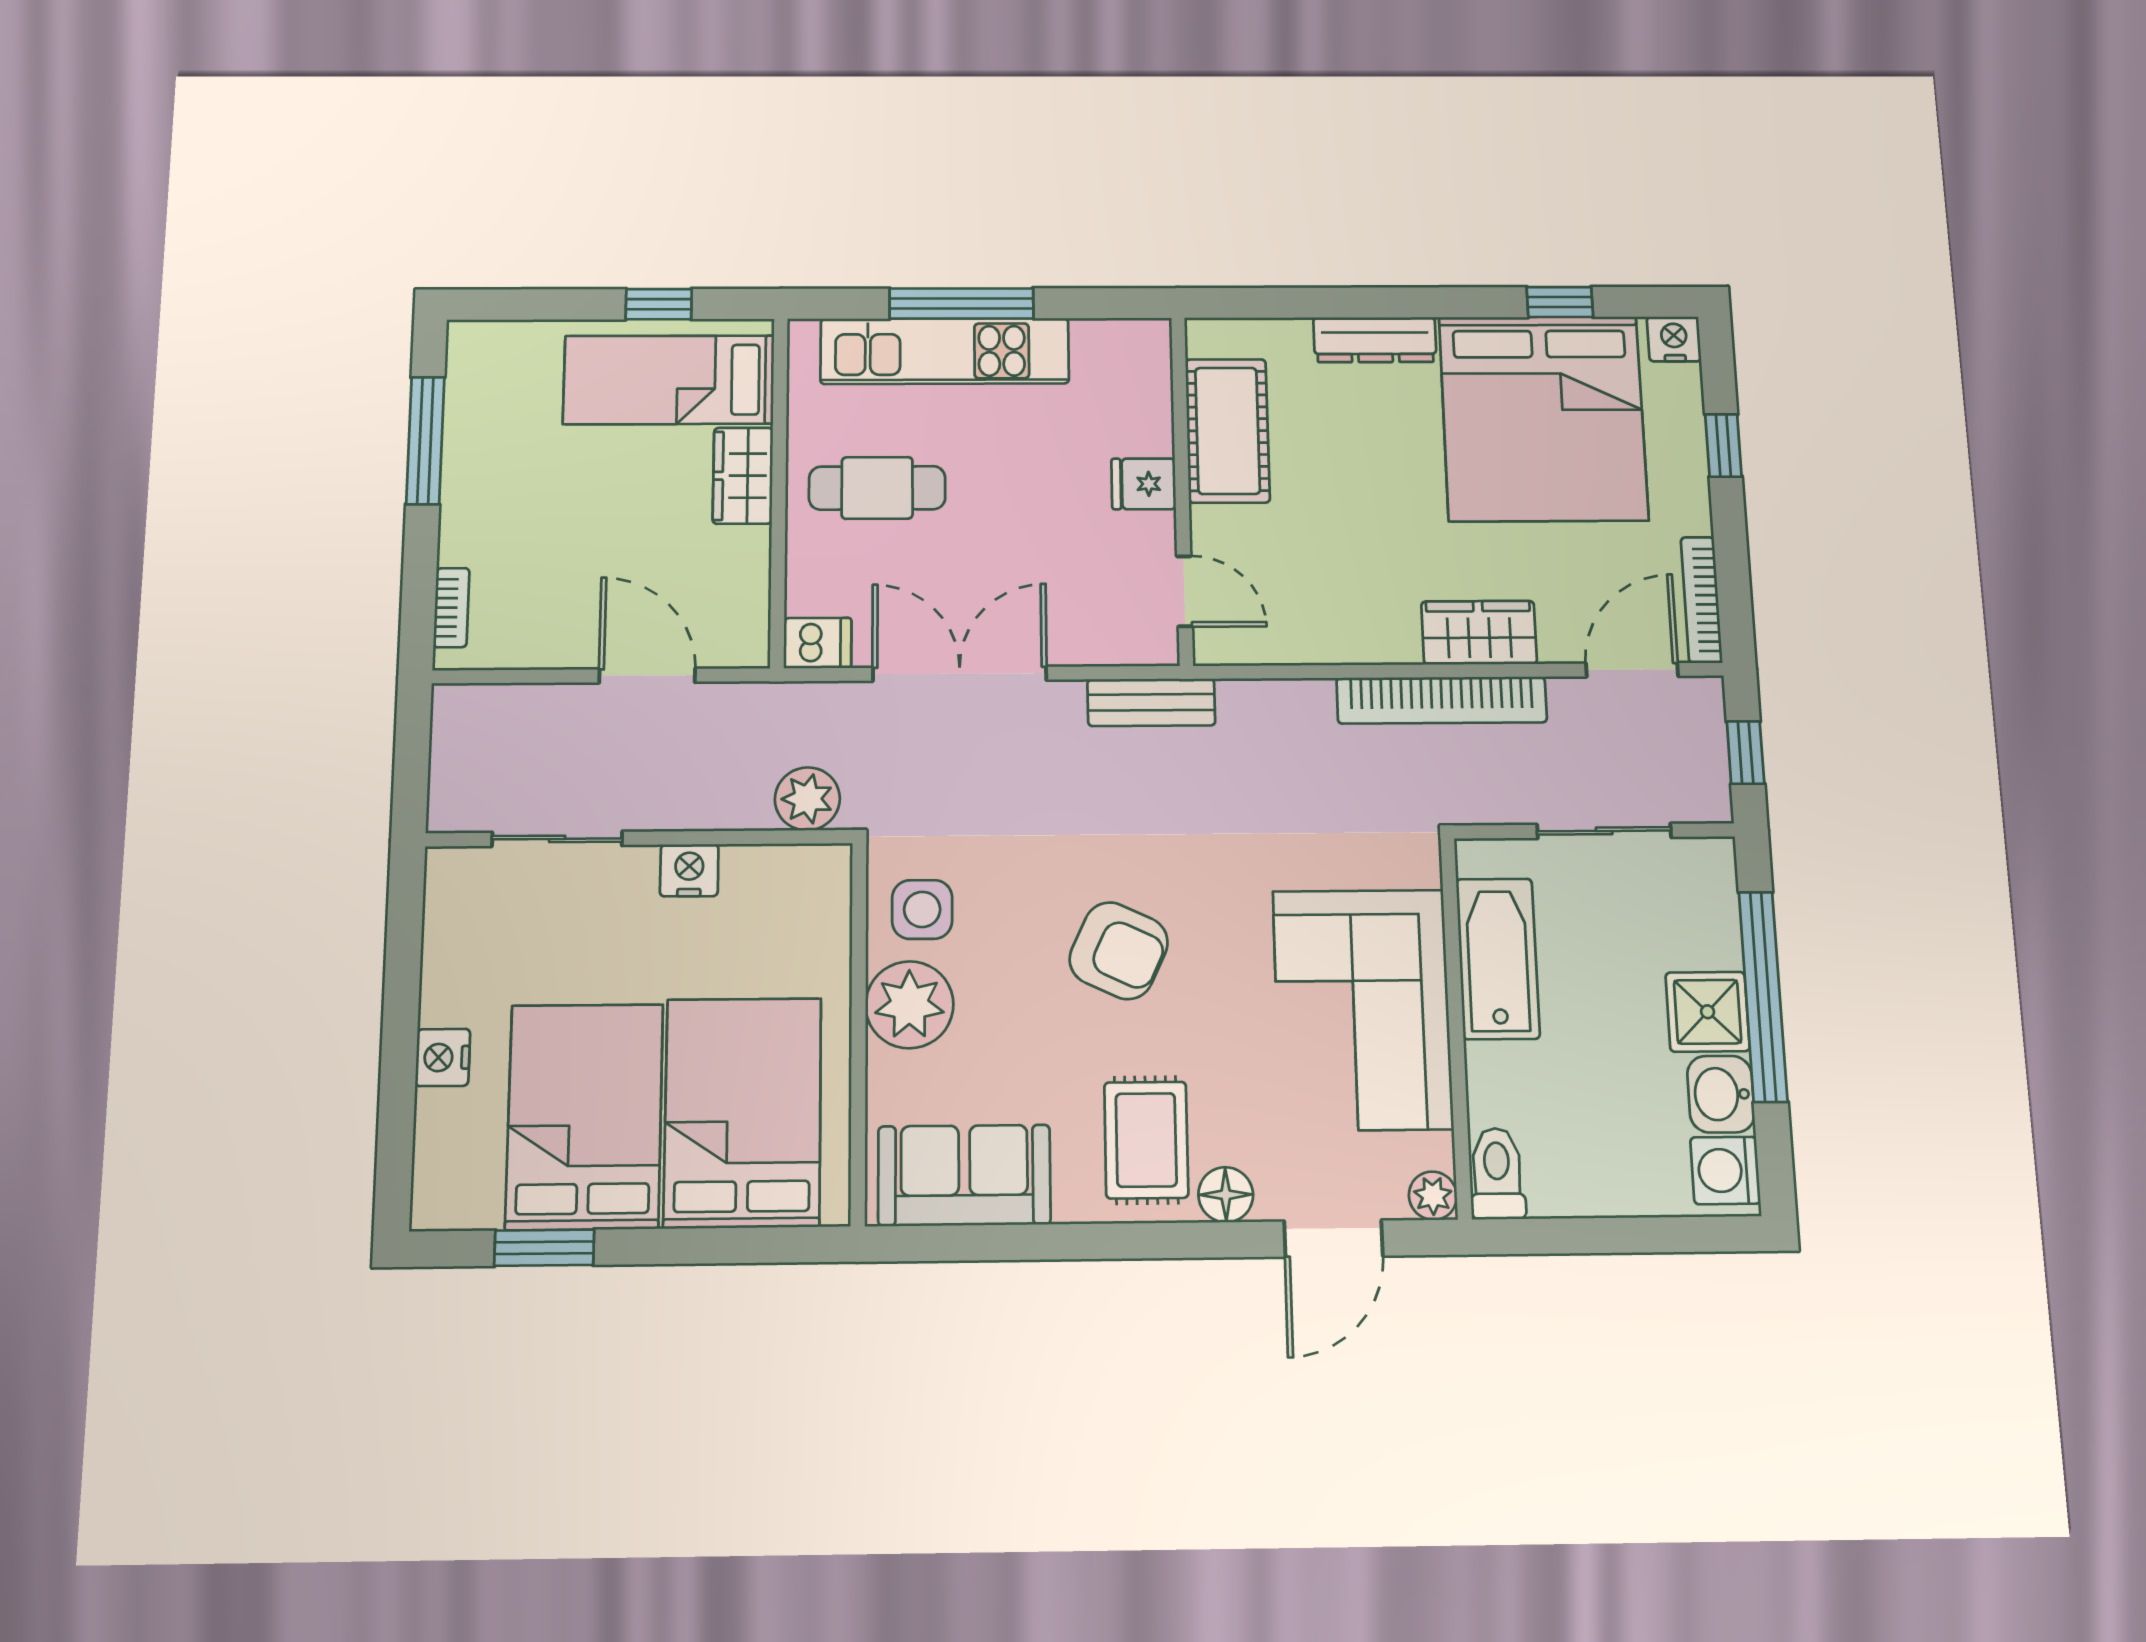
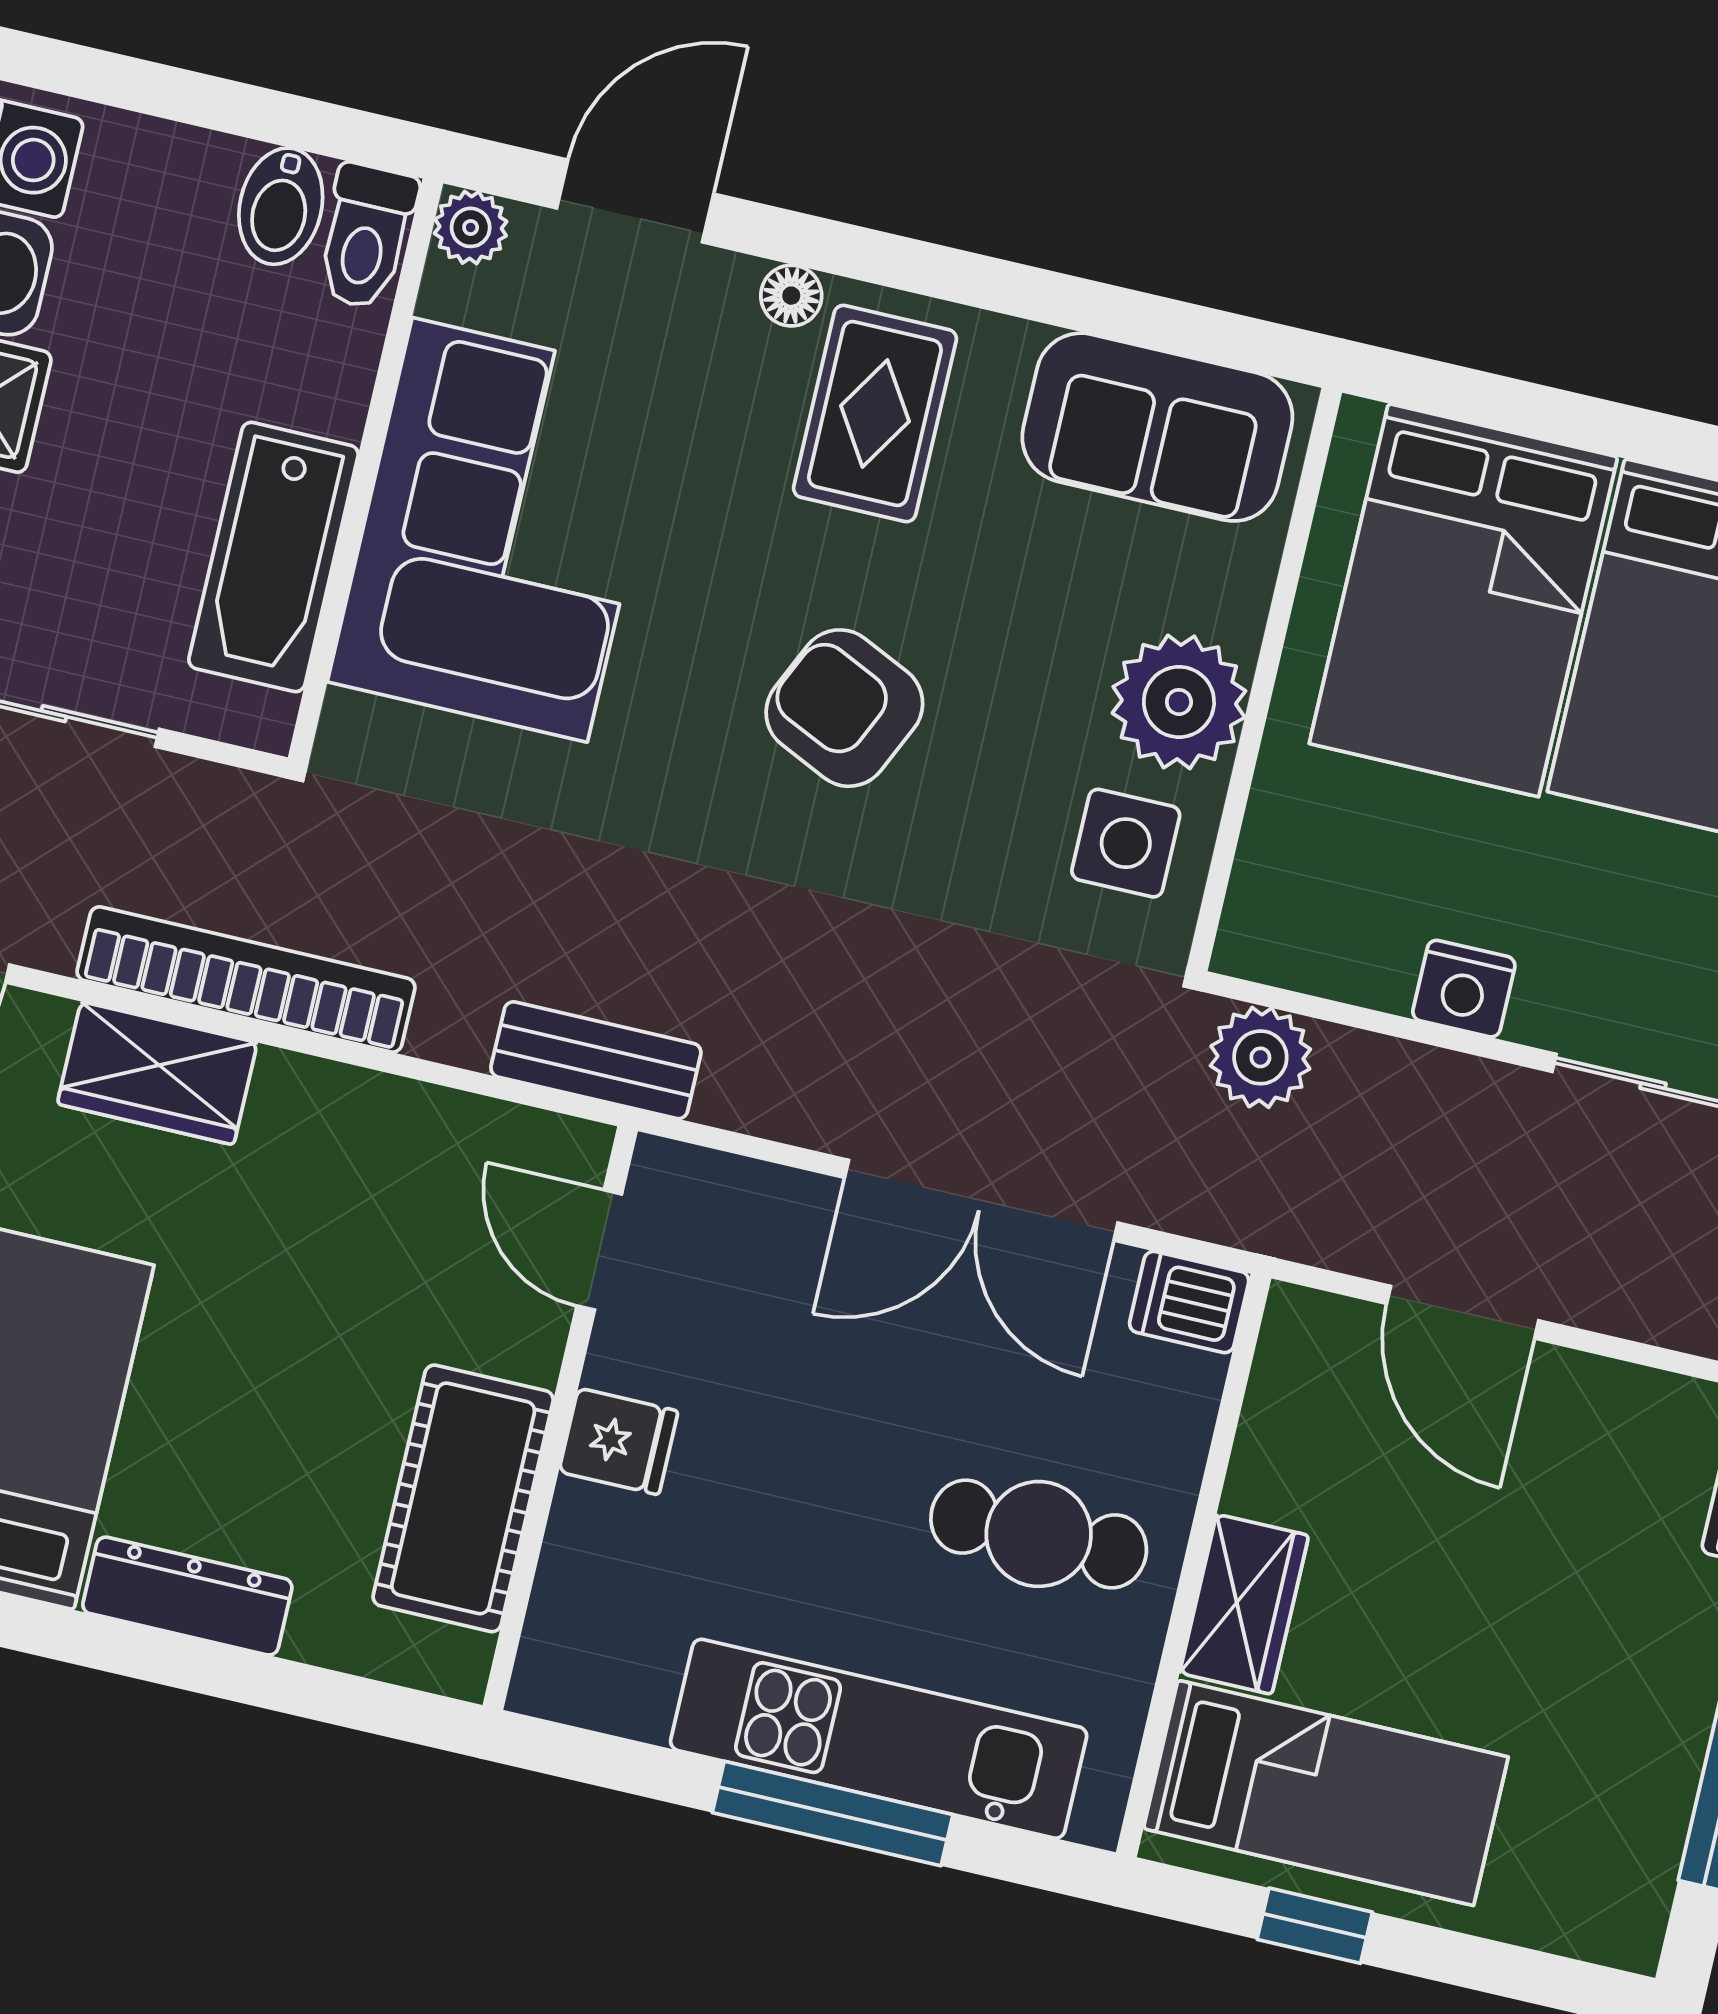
bench: (1151, 702) -> (596, 1060), moved
bidet: (1556, 1180) -> (281, 206), added
floor lamp: (1226, 1195) -> (791, 296), width x0.73, depth x0.73

